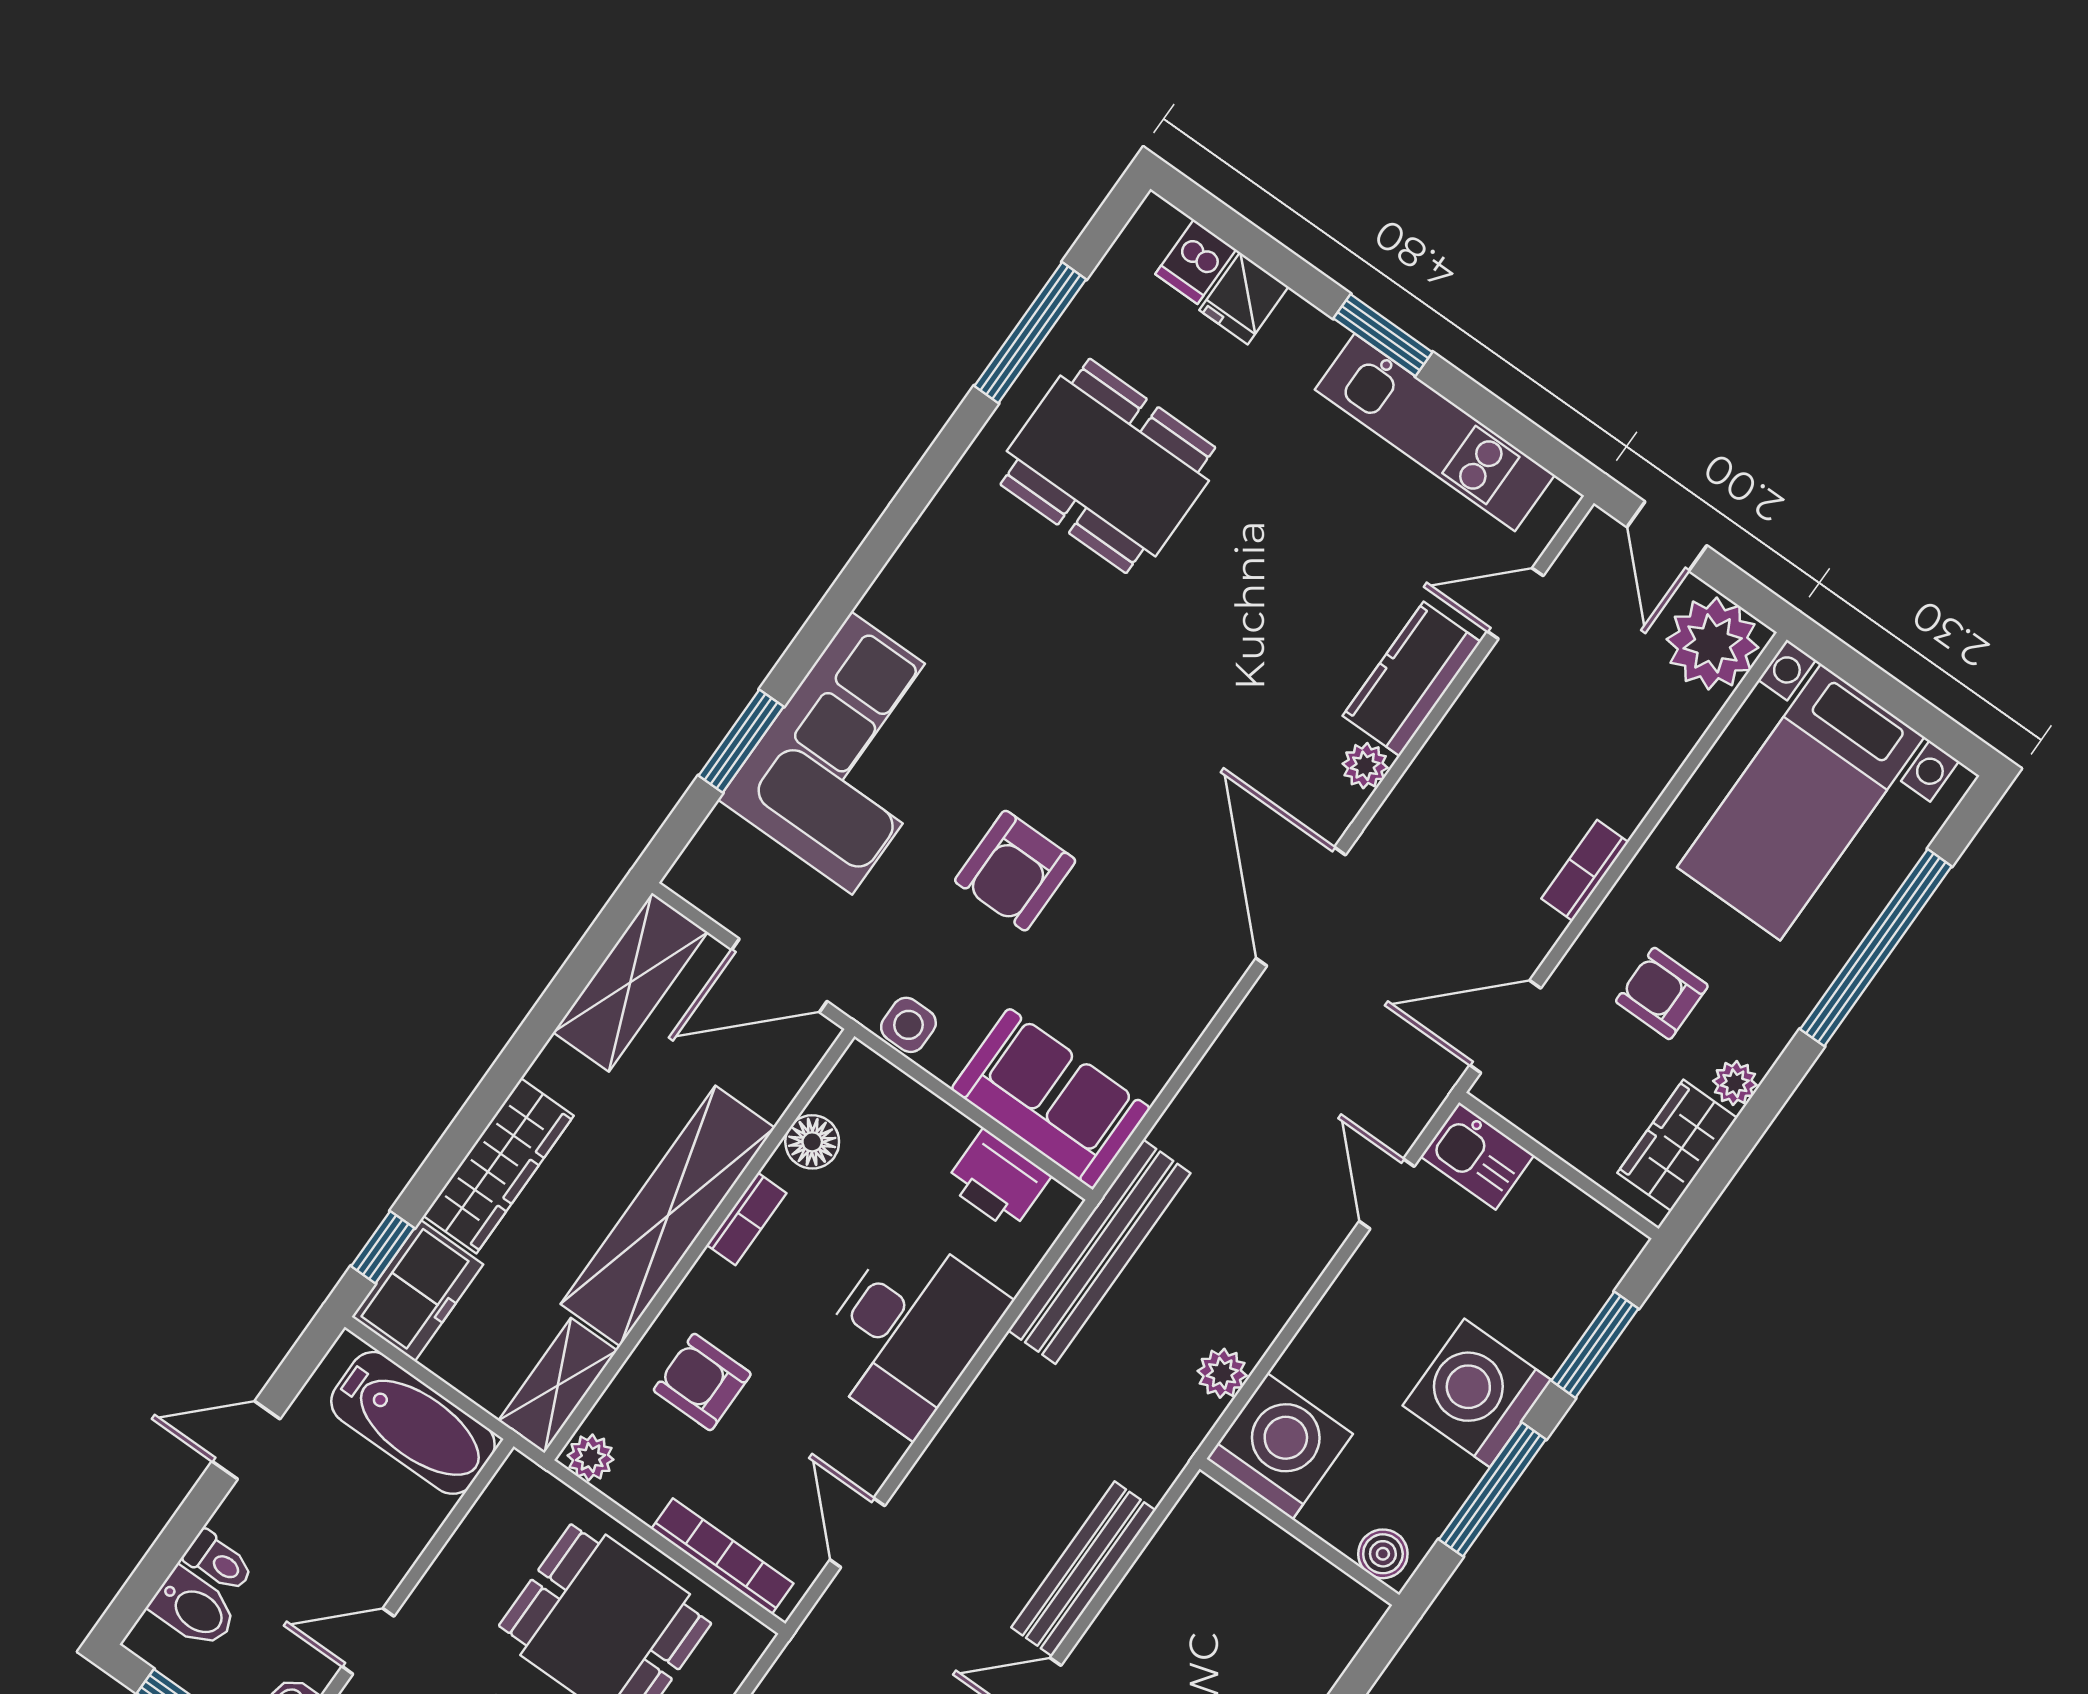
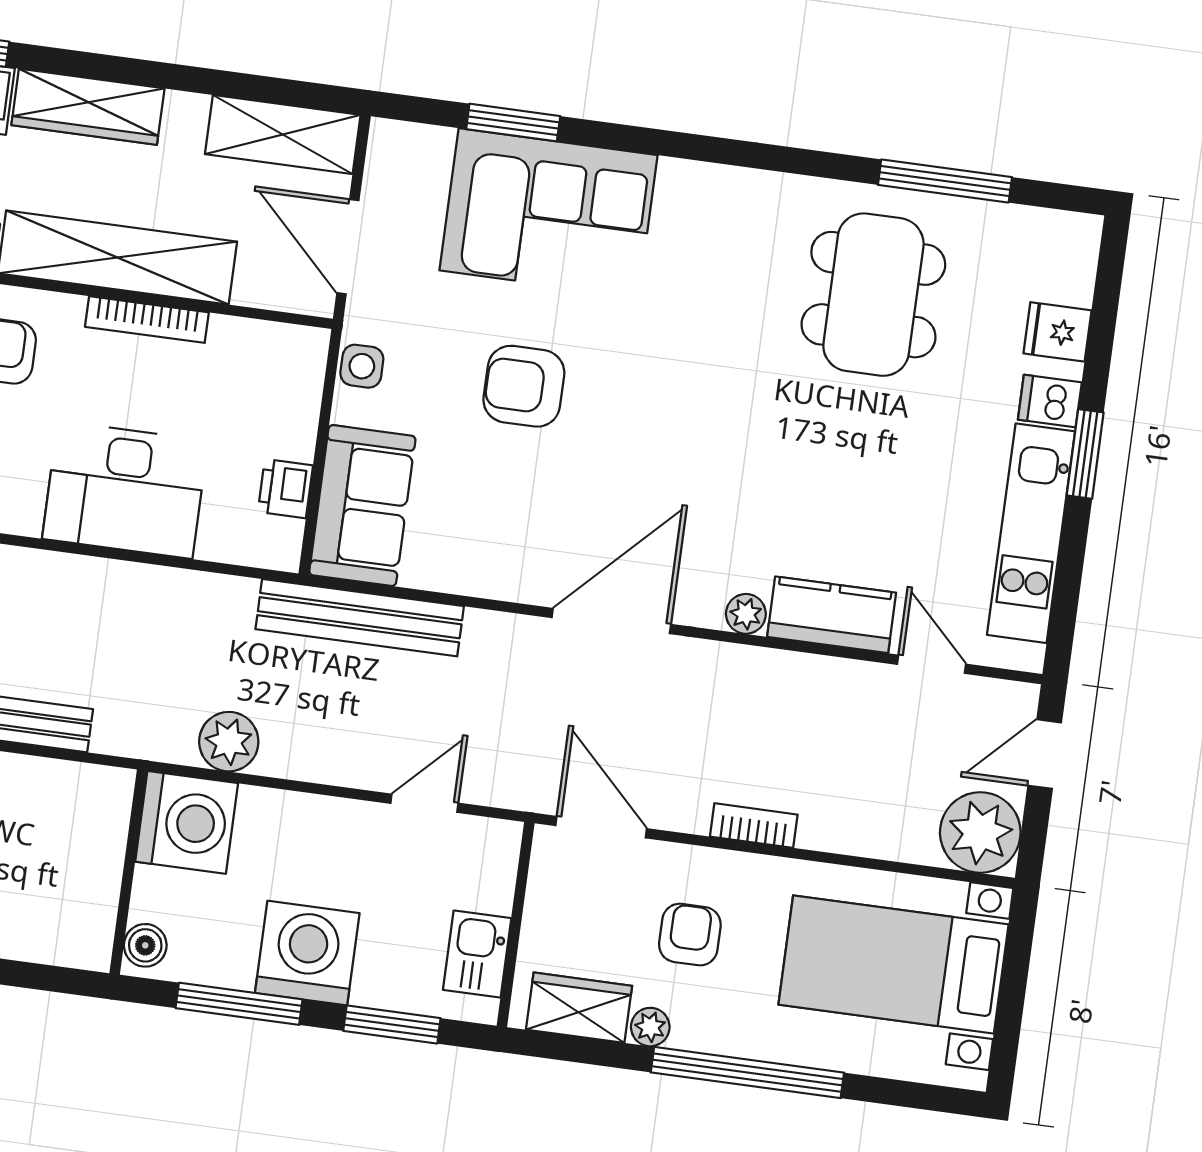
dishwasher: (1196, 262) -> (1050, 401), moved
window: (1876, 948) -> (747, 1073), moved
floor lamp: (812, 1142) -> (233, 339), removed
kitchen sink: (1477, 1156) -> (477, 954), moved
printer: (998, 1180) -> (285, 489), width x0.73, depth x0.81
bookcase: (747, 1219) -> (147, 320), width x1.56
bench: (1099, 1252) -> (360, 618), moved
plant: (1222, 1373) -> (229, 742), width x1.38, depth x1.38

